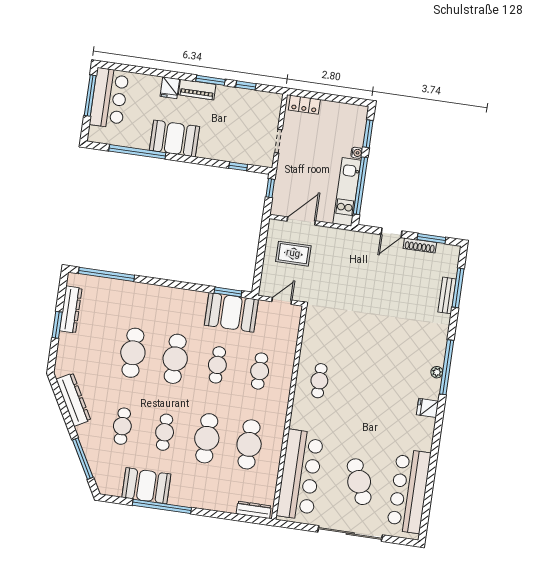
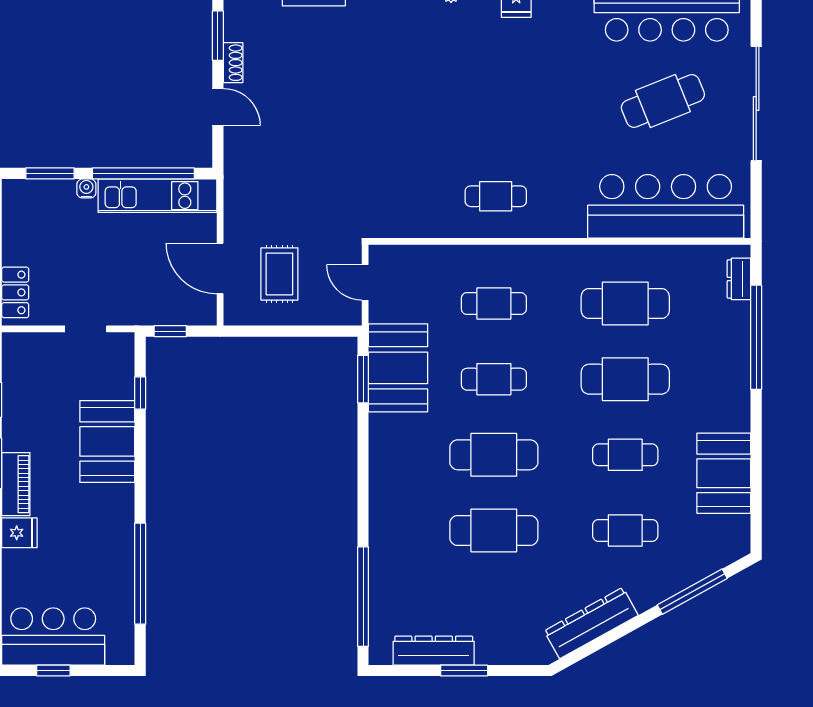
window: (90, 96) -> (53, 670), width x0.46
booth: (174, 138) -> (107, 441), moved
shoe rack: (420, 246) -> (233, 63), width x0.70
window: (162, 506) -> (756, 337), moved
dresser: (254, 510) -> (739, 279), width x0.70

